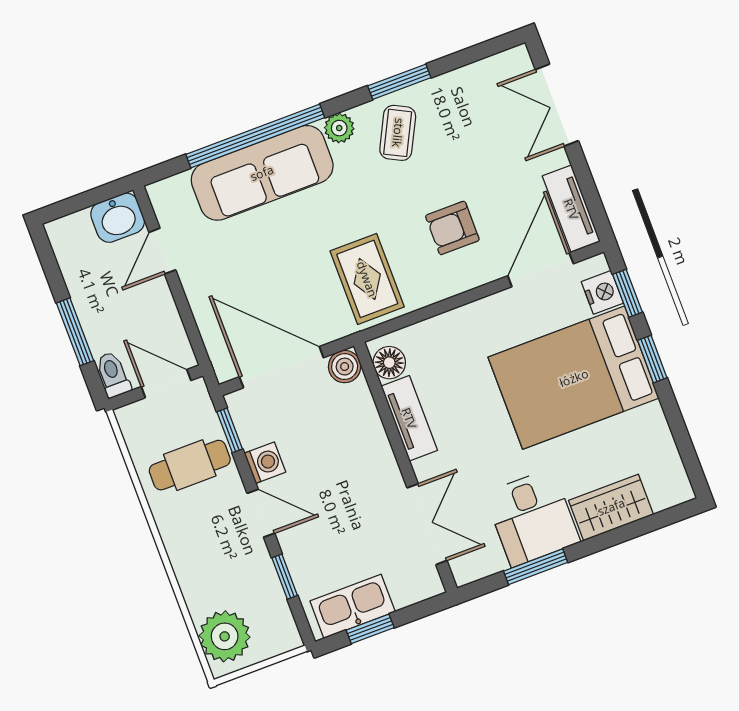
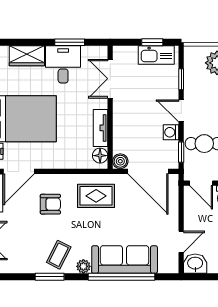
rug: (367, 279) -> (96, 196), turned 90

